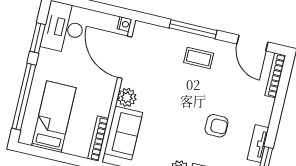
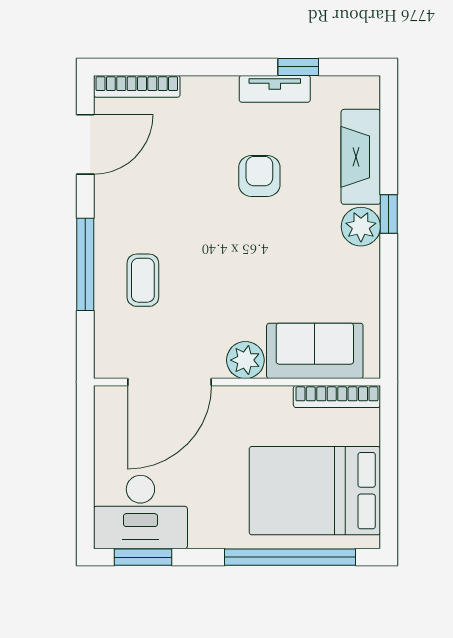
nightstand: (124, 24) -> (106, 397), removed
window: (38, 38) -> (143, 557), moved
coffee table: (199, 58) -> (143, 280), moved
bed: (54, 117) -> (315, 491), width x1.50

